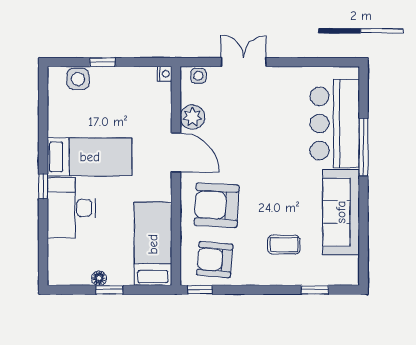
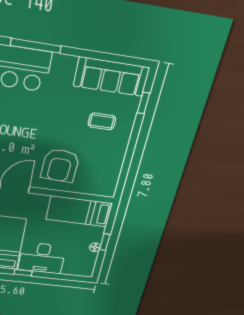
sofa: (341, 212) -> (111, 77), moved
coffee table: (284, 245) -> (102, 121), turned 90
armchair: (215, 260) -> (101, 172), removed
window: (200, 290) -> (121, 185), removed

